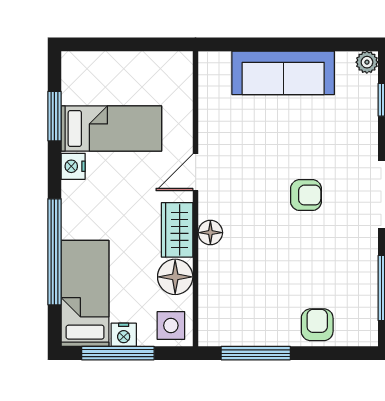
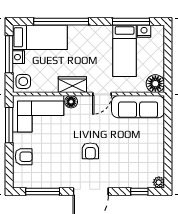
sofa: (283, 73) -> (138, 107), moved, turned -90
window: (54, 116) -> (131, 22), width x1.44
nightstand: (73, 166) -> (144, 31), moved
door: (195, 172) -> (102, 94), swing flipped
floor lamp: (175, 277) -> (155, 84), moved
corner sofa: (234, 297) -> (38, 114), added

